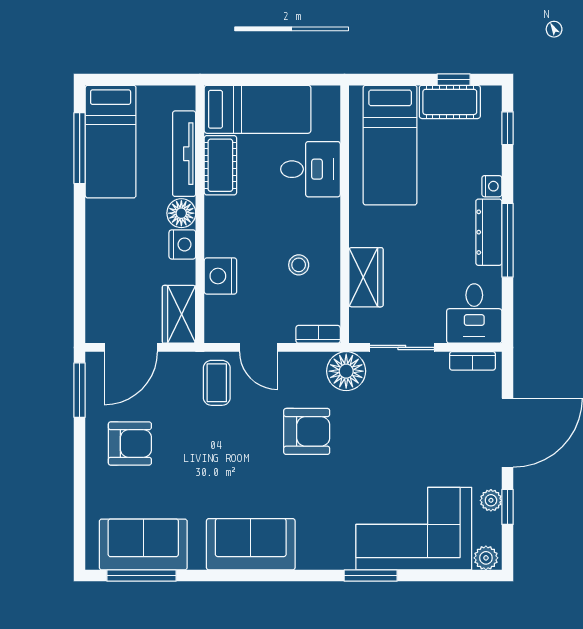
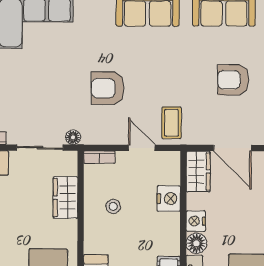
door: (131, 347) -> (232, 148), swing flipped
floor lamp: (346, 371) -> (73, 137), width x0.53, depth x0.53

